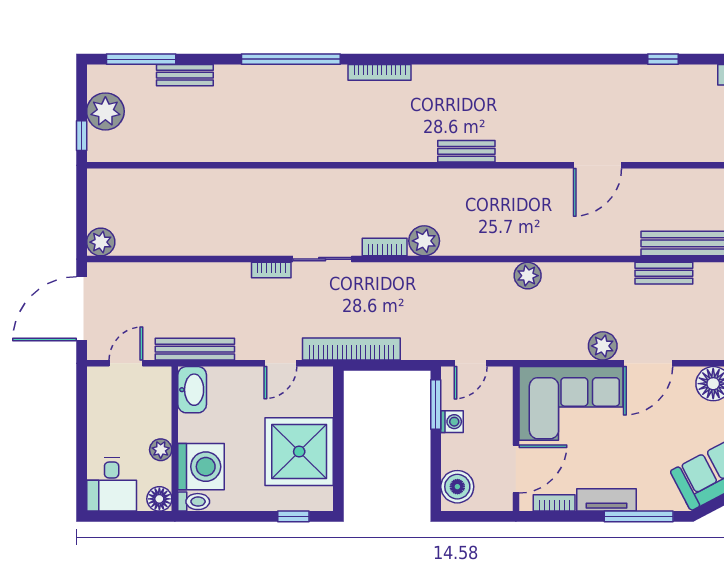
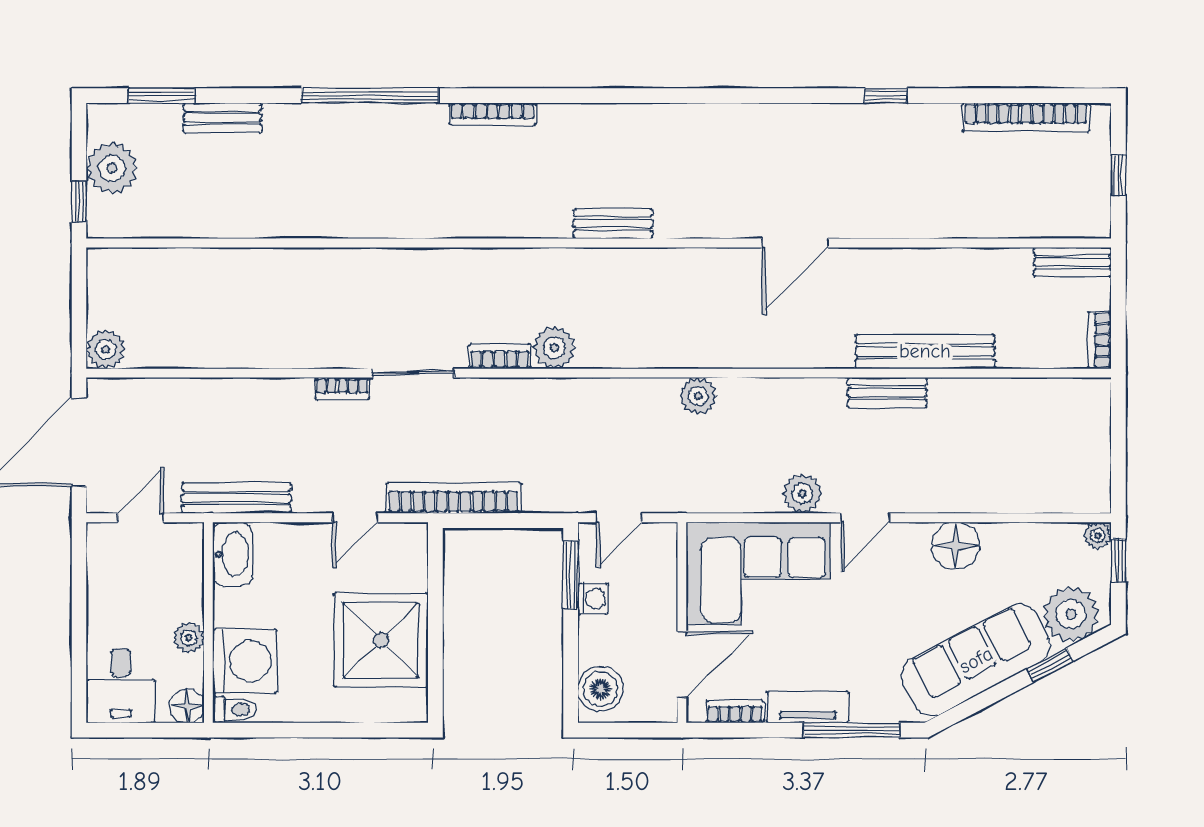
window: (141, 59) -> (162, 96), width x0.69
door: (648, 363) -> (865, 518), width x0.73
window: (293, 516) -> (373, 730), removed

